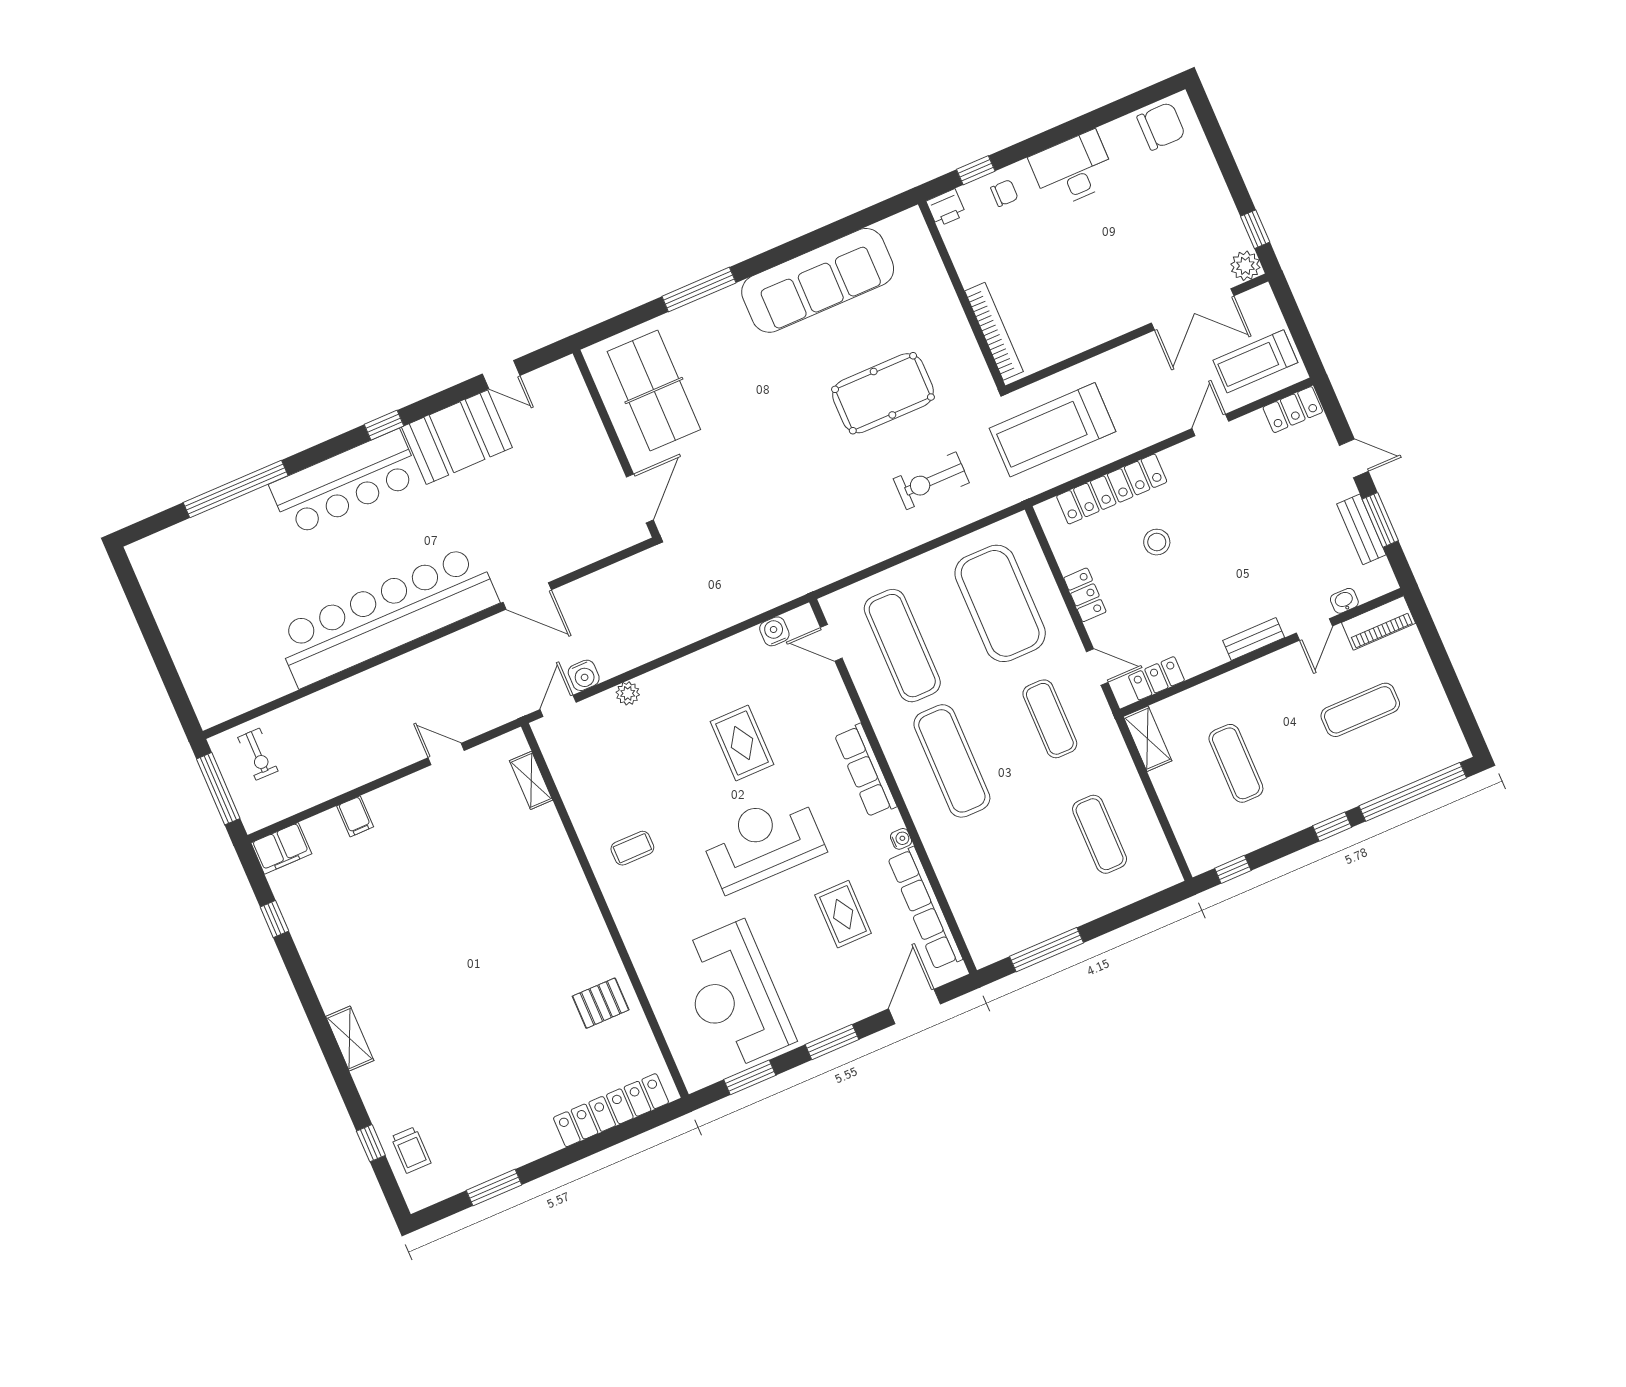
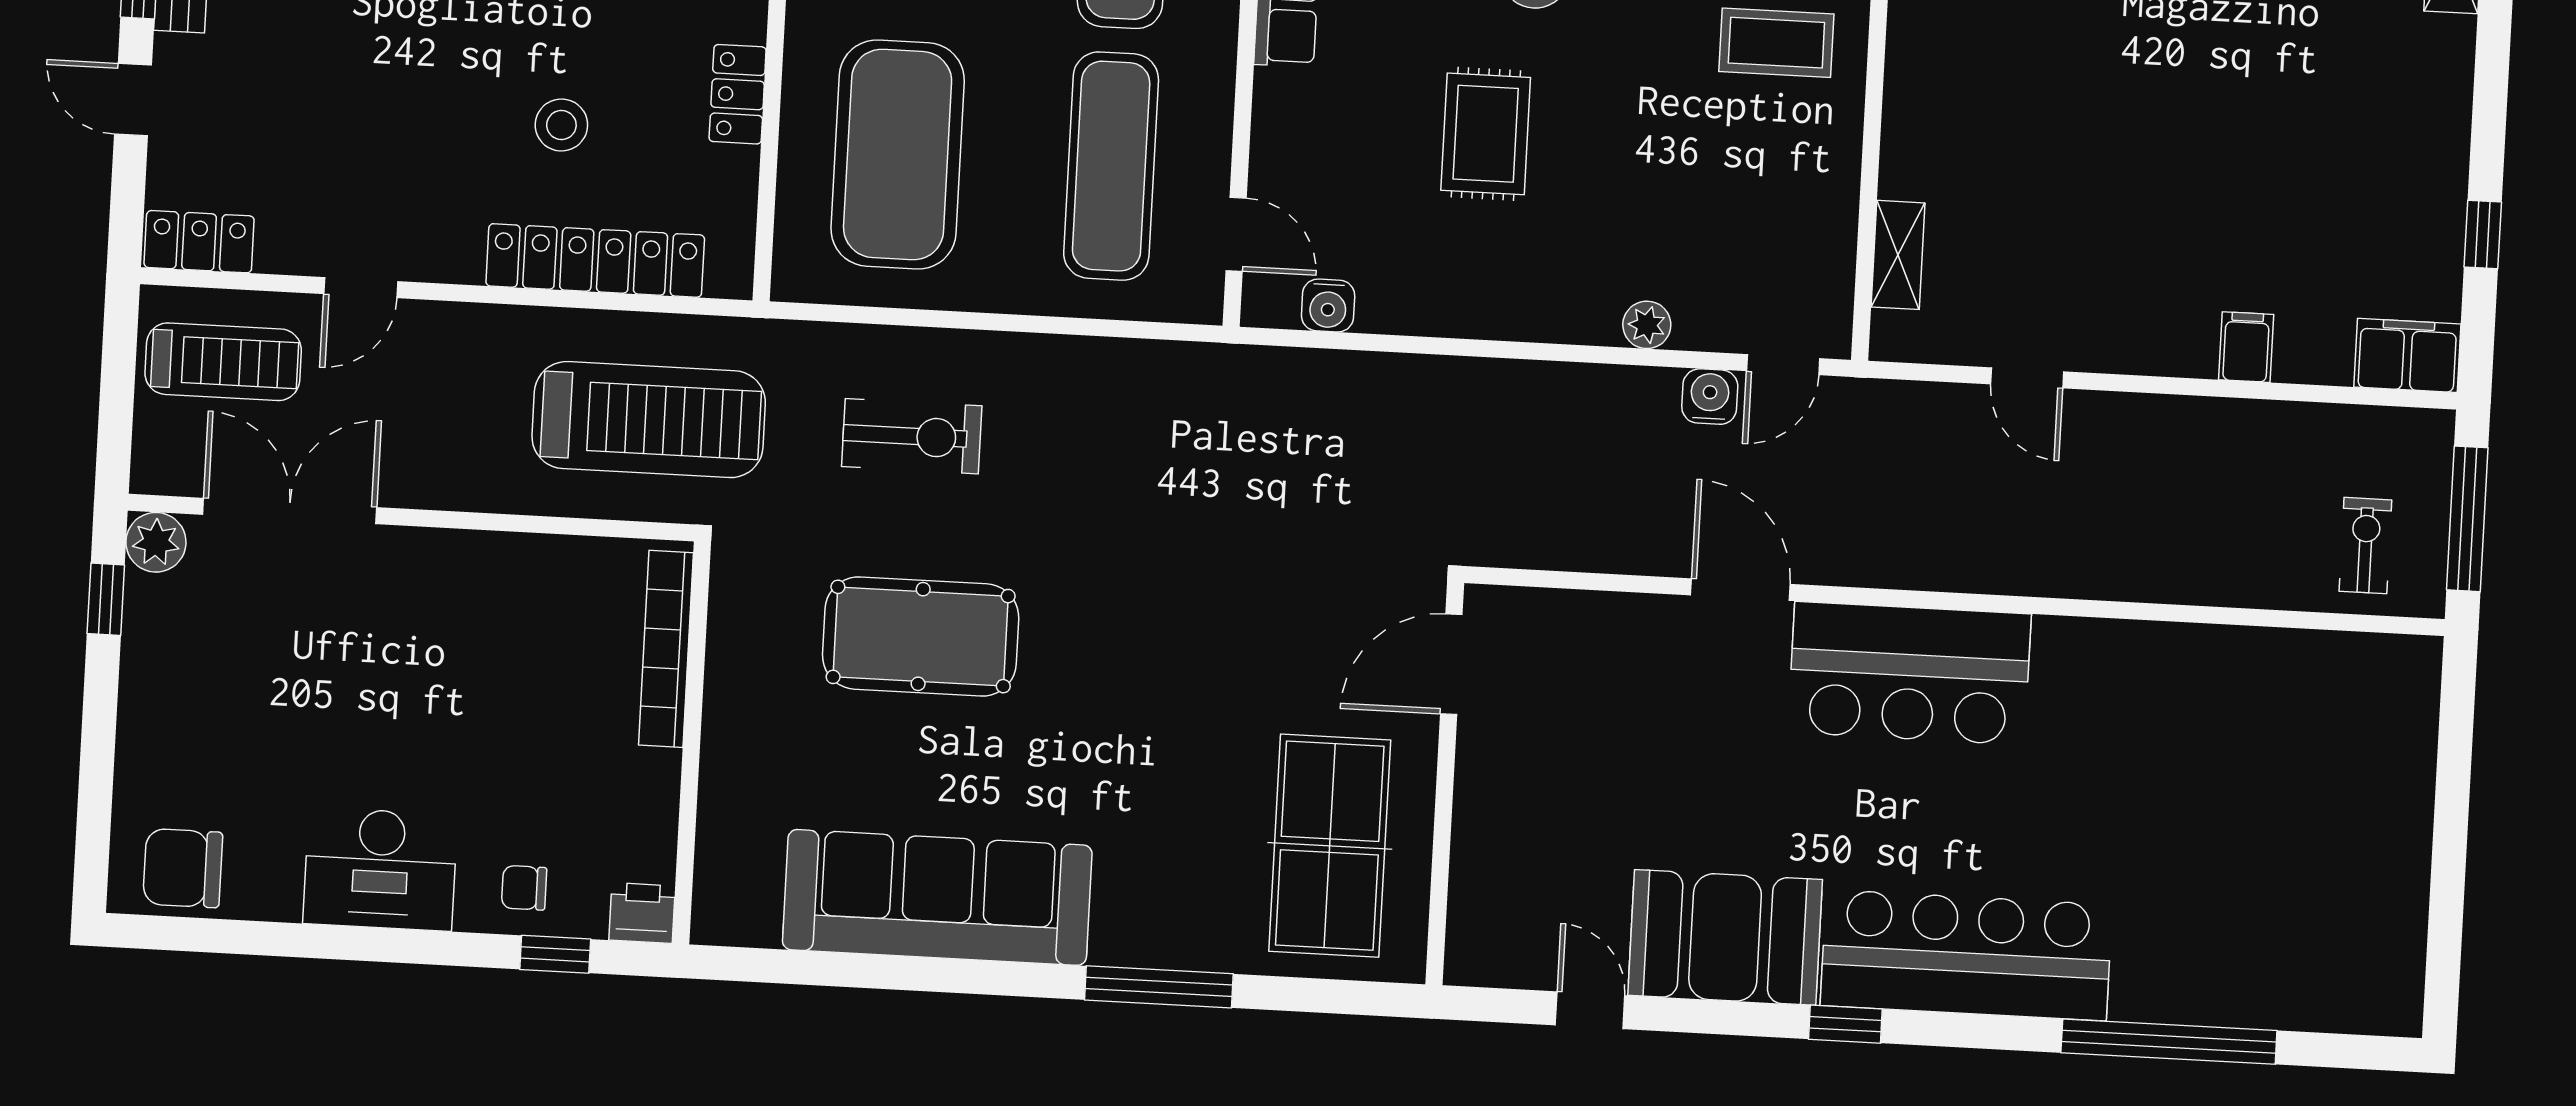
bar counter: (387, 616) -> (1910, 673), width x0.54
coffee table: (632, 848) -> (1776, 43), width x1.36, depth x1.30

